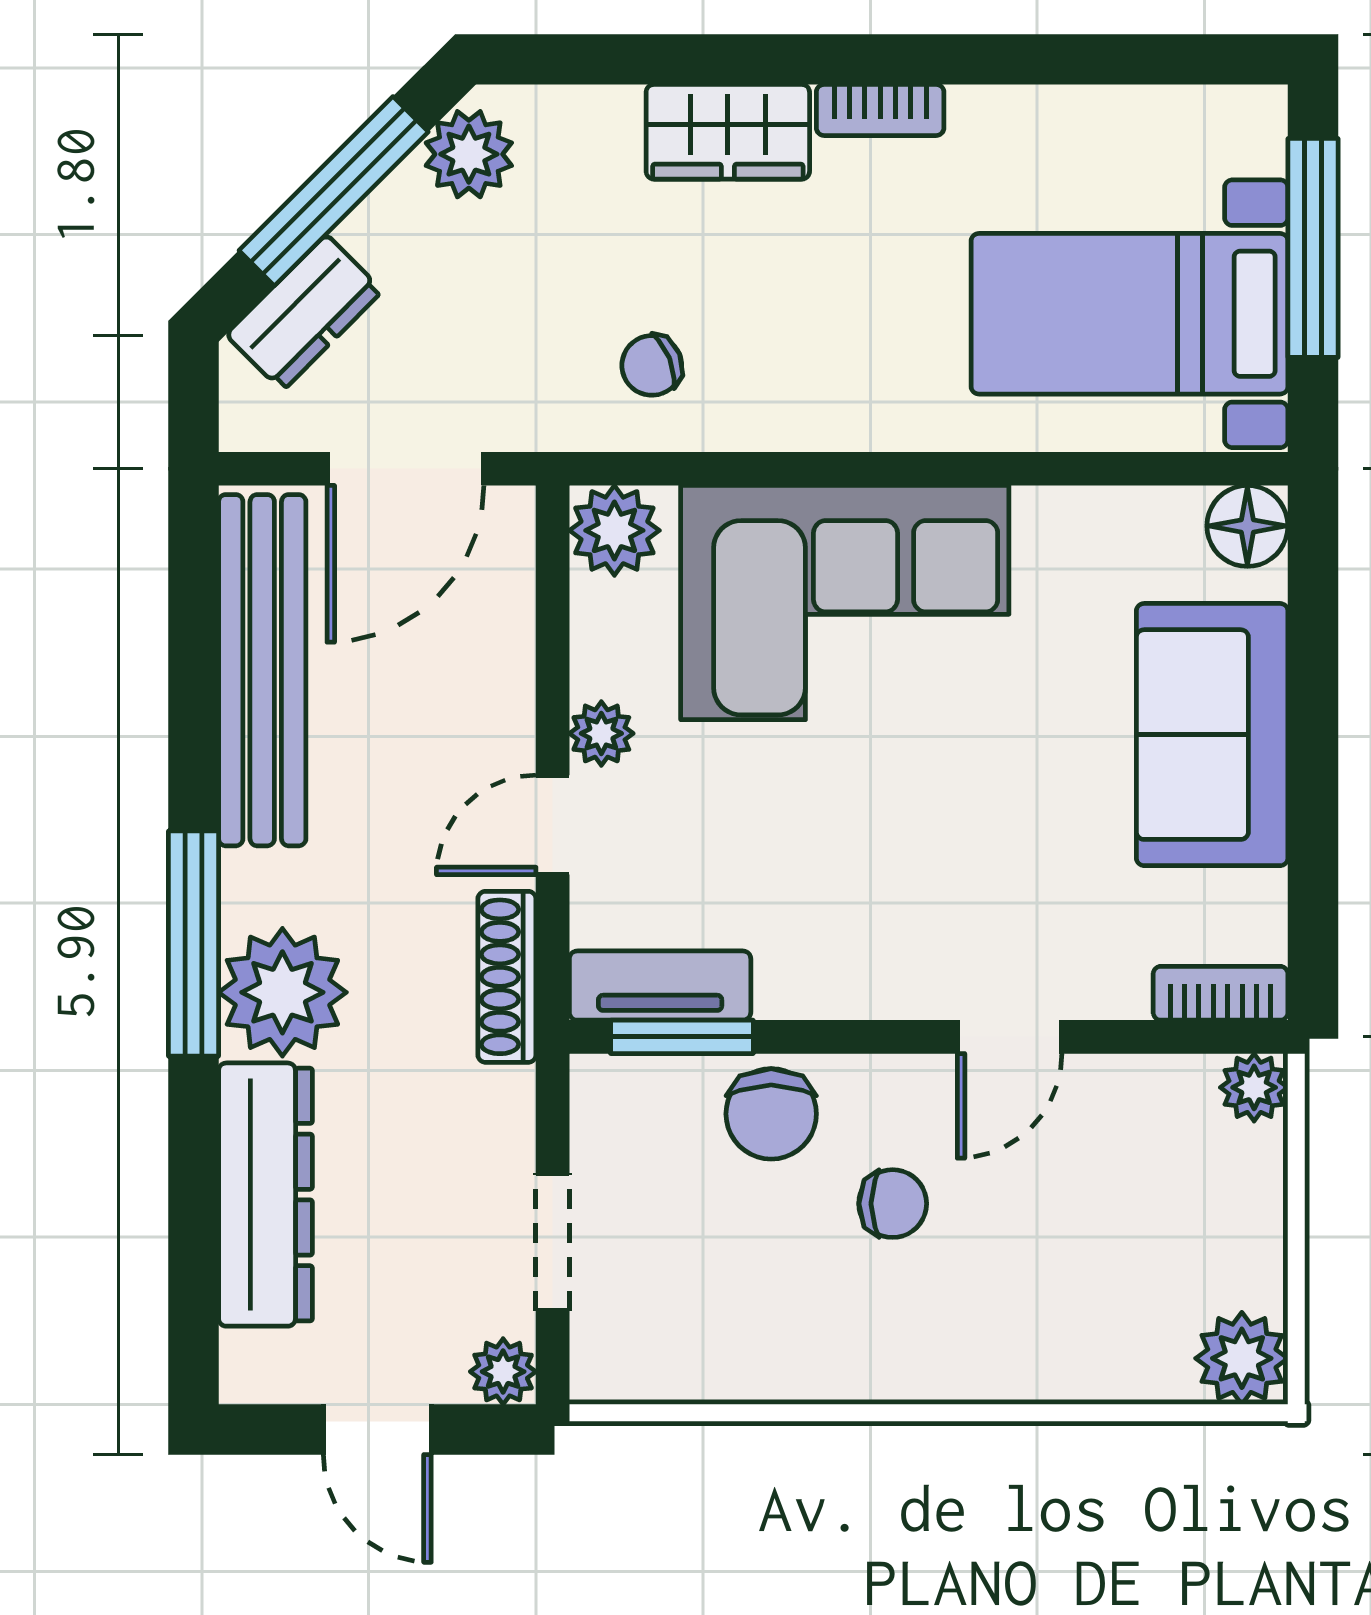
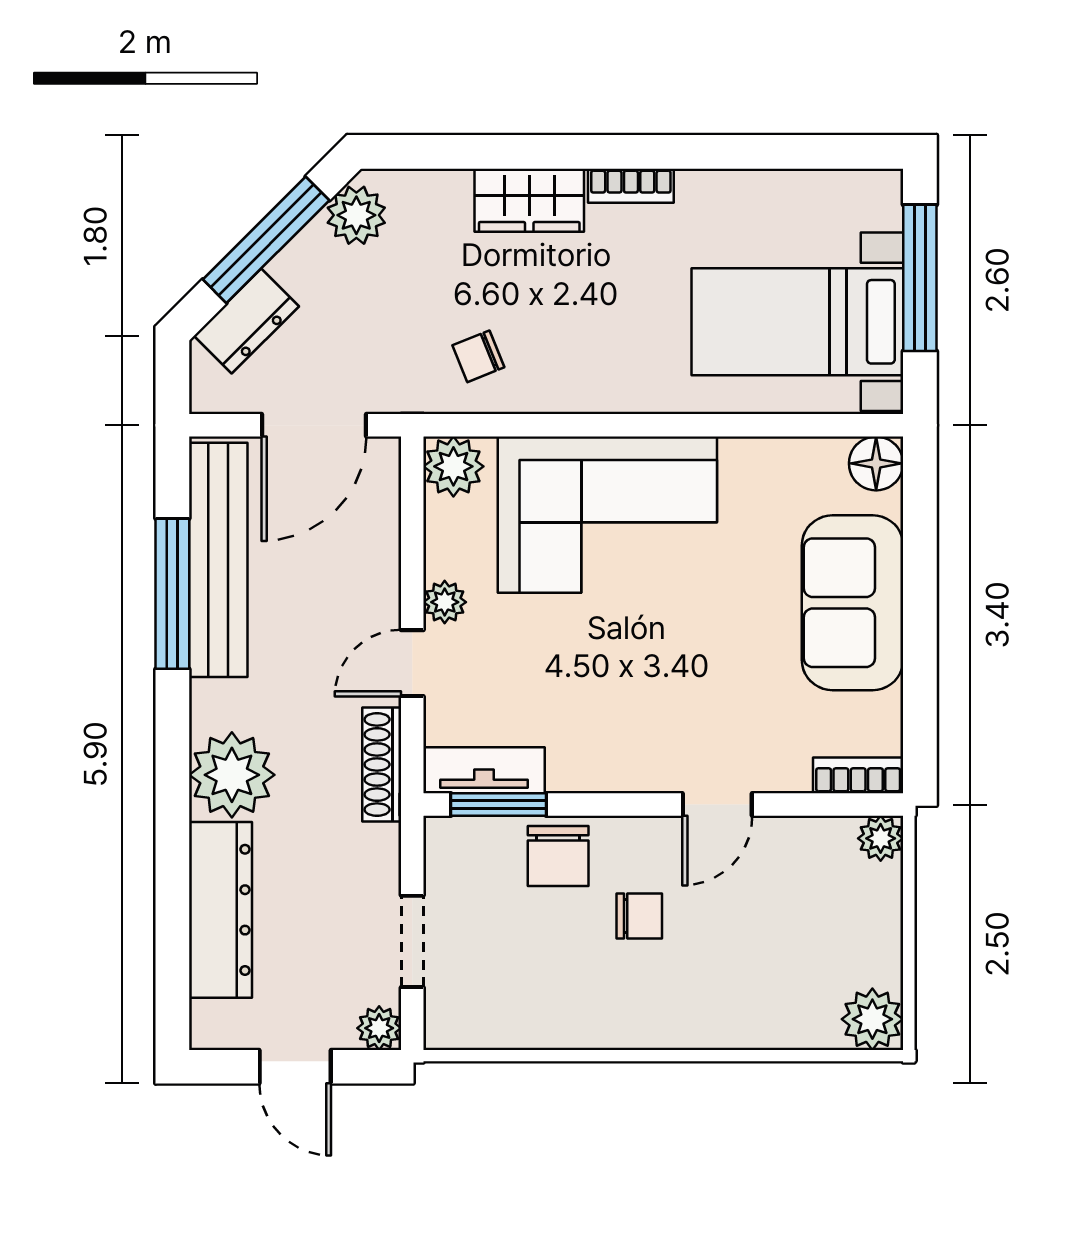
window: (193, 944) -> (172, 594), moved

